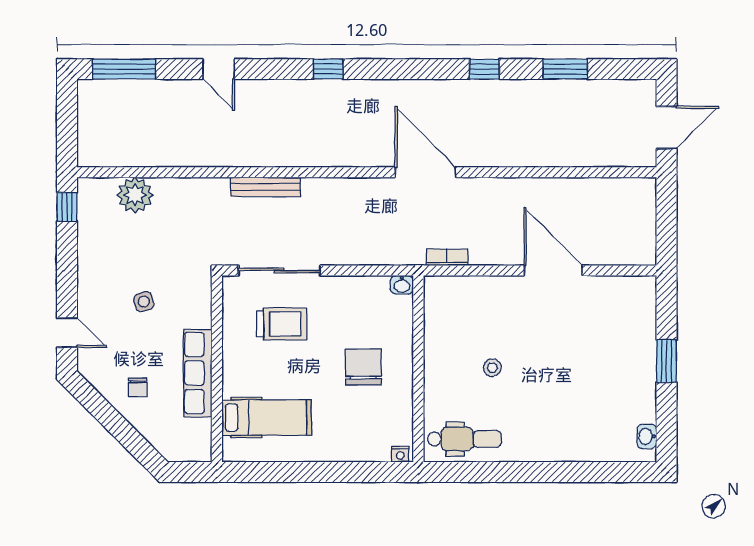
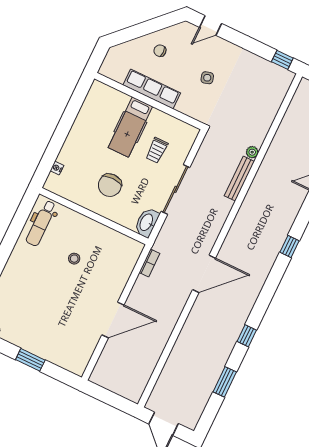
plant: (135, 195) -> (252, 152), moved, width x0.53, depth x0.53
sliding door: (279, 271) -> (175, 189), moved
washbasin: (402, 285) -> (147, 223), width x1.91, depth x1.45
trolley: (282, 324) -> (157, 150), width x0.73, depth x0.72
chair: (363, 367) -> (110, 185), turned 90
hospital bed: (266, 418) -> (130, 127), moved
nightstand: (400, 454) -> (57, 168), moved

